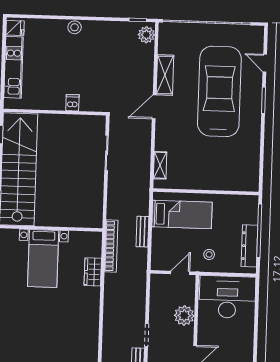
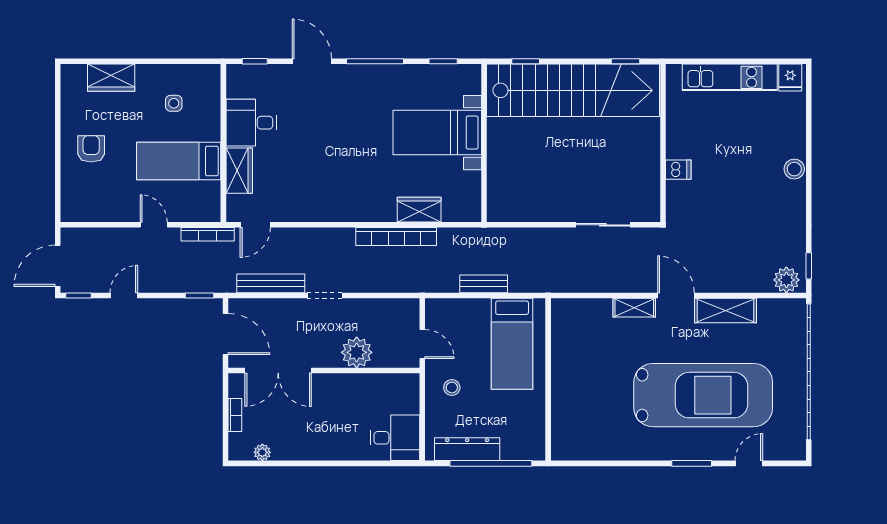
shelving: (160, 165) -> (634, 308), moved
bookcase: (111, 246) -> (396, 237), moved
desk: (227, 297) -> (395, 438), width x0.53, depth x0.77

